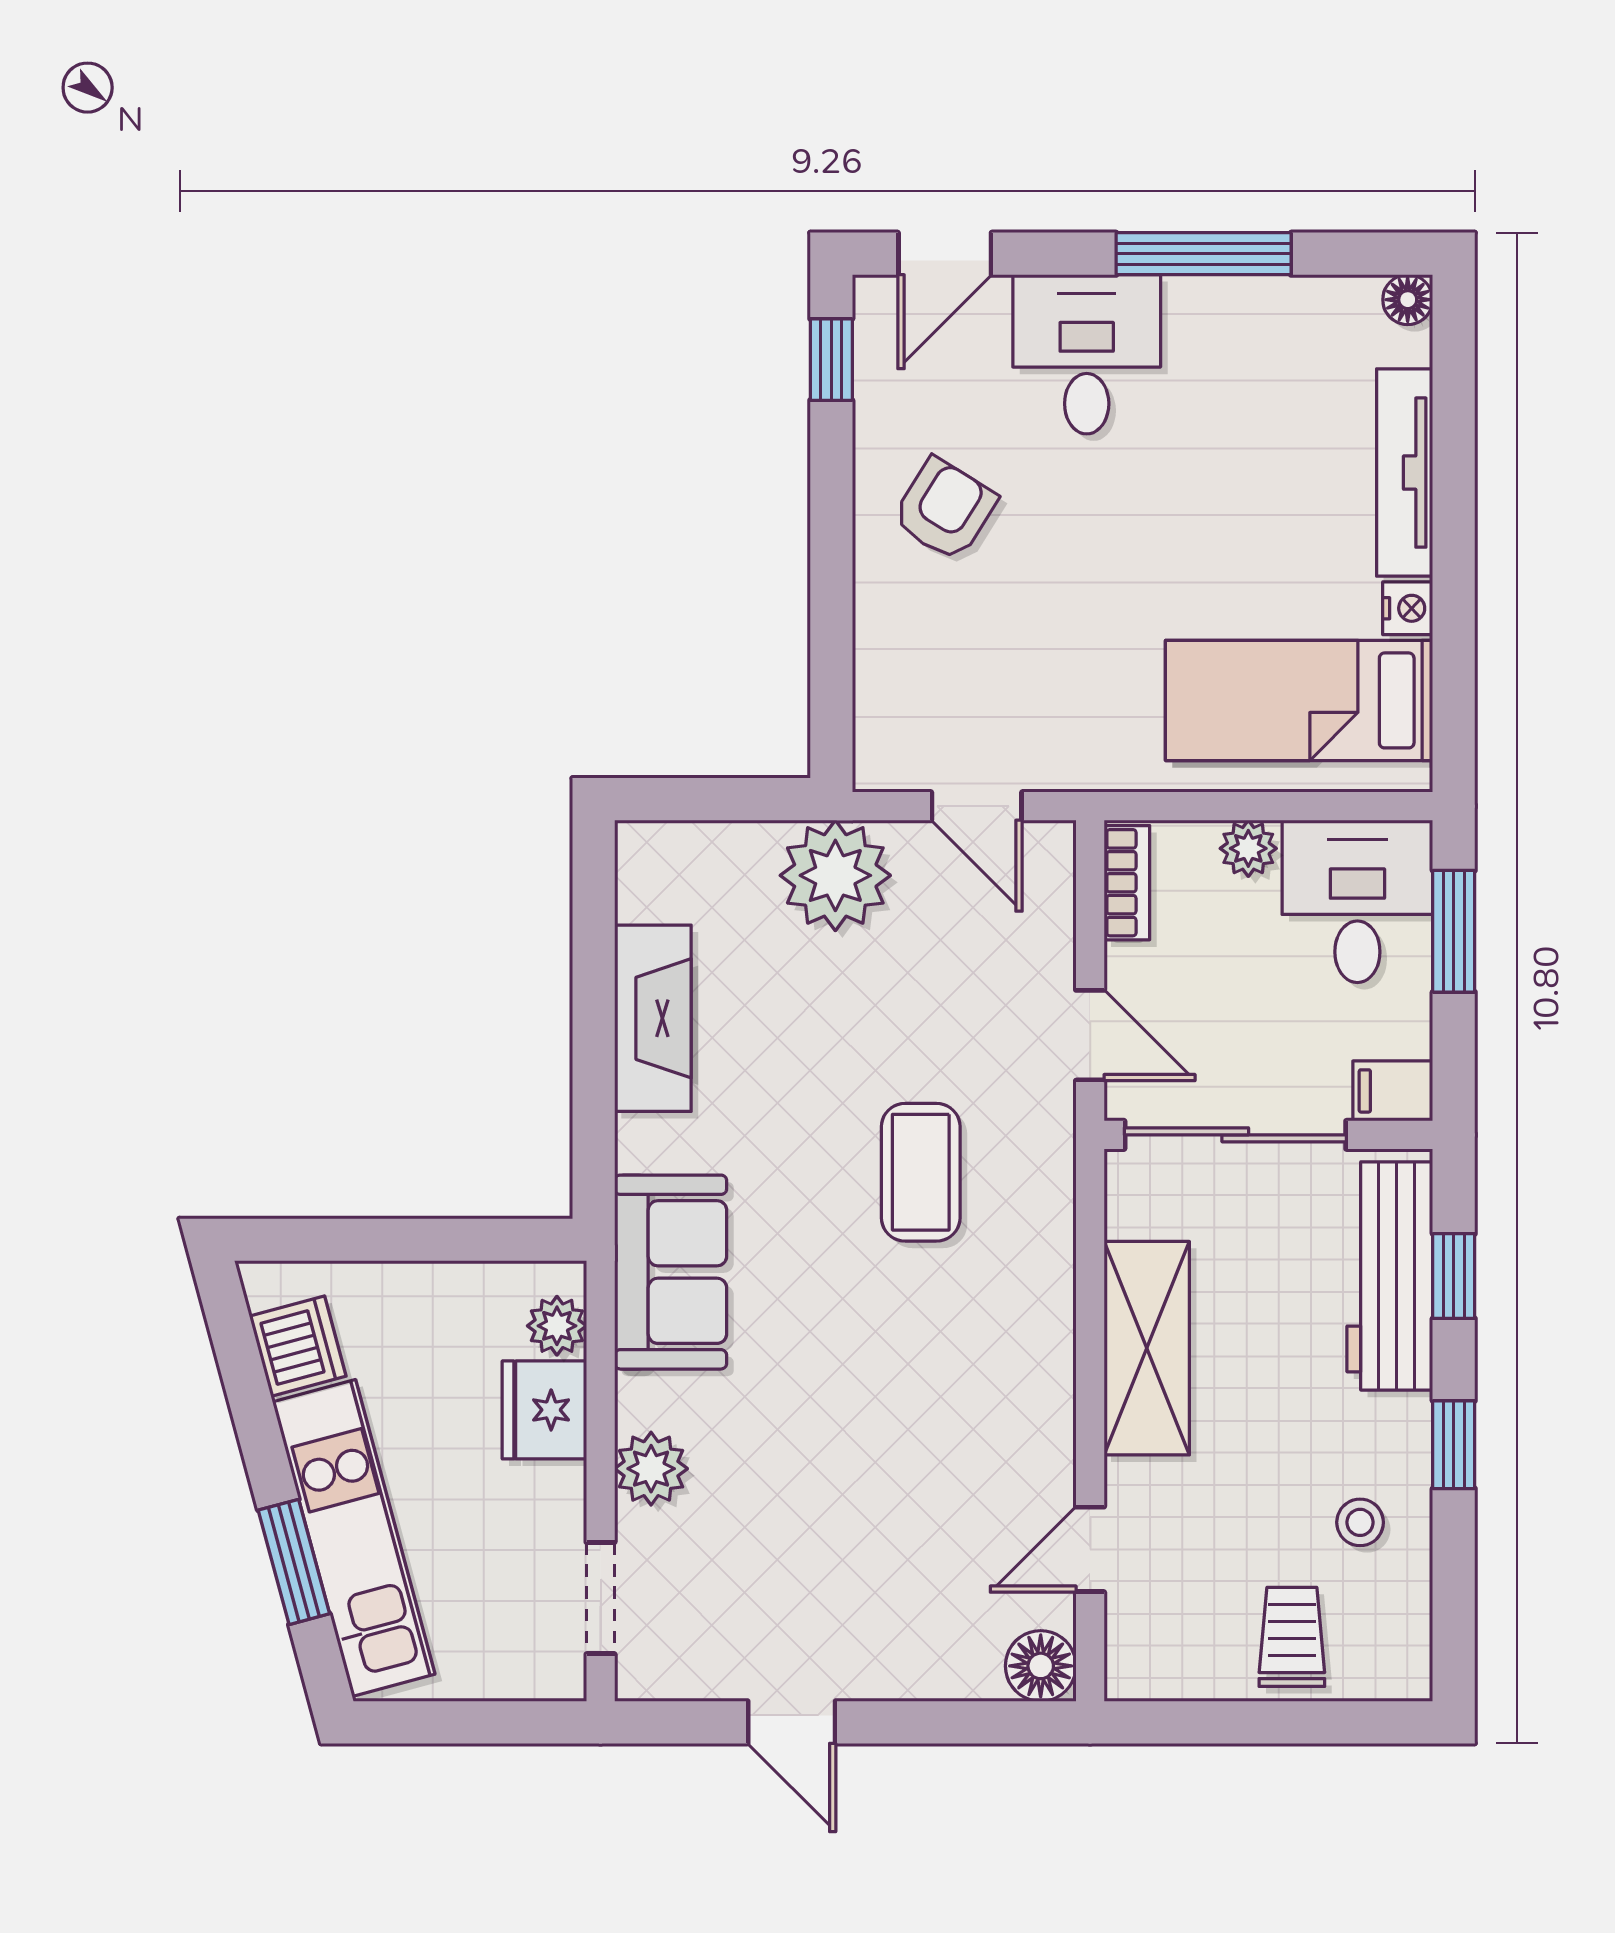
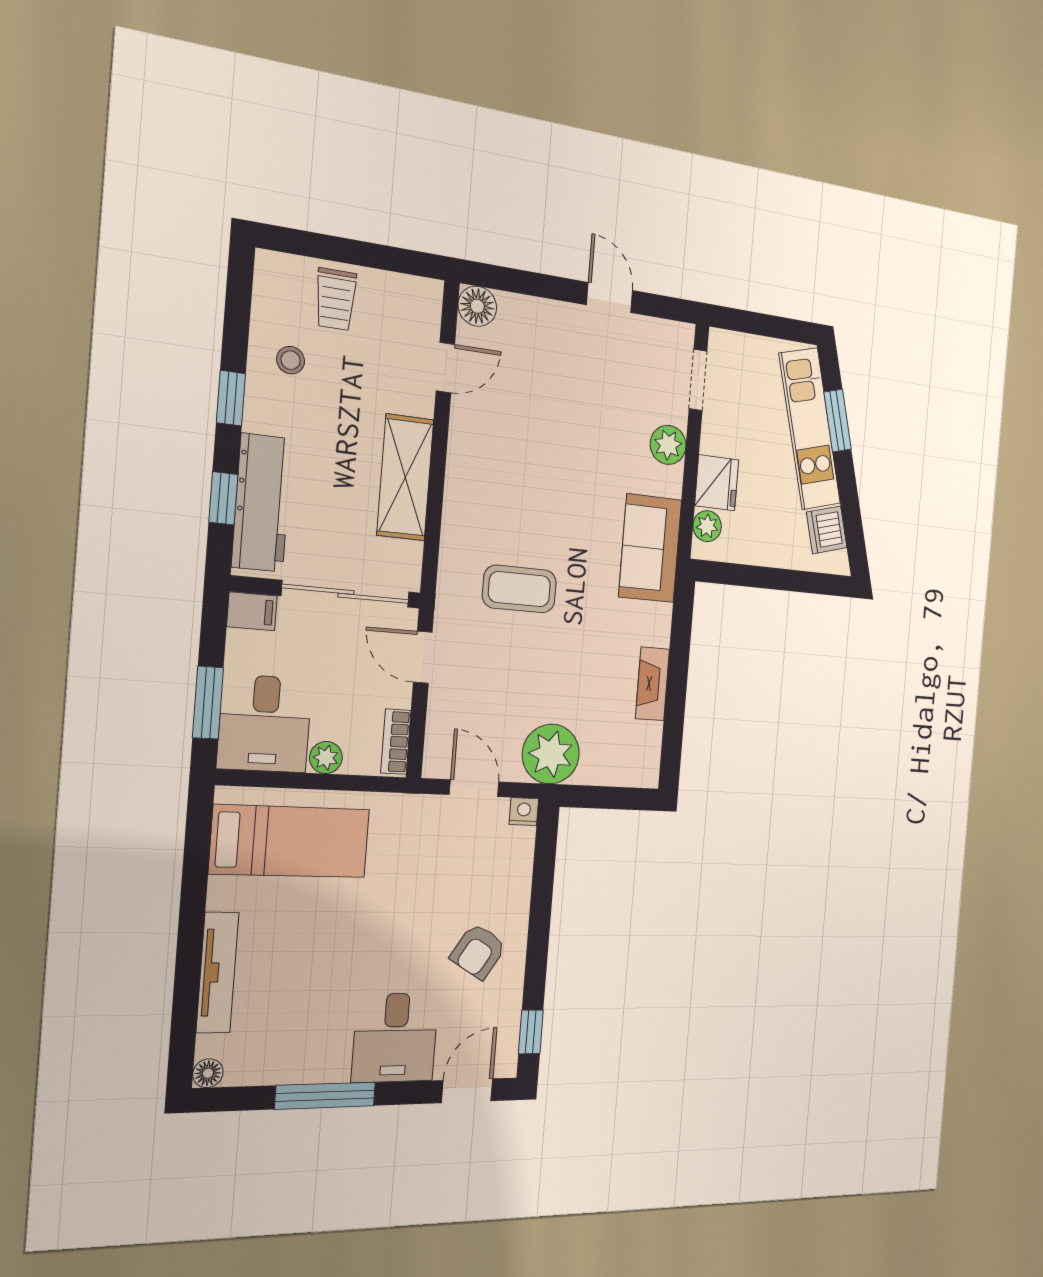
nightstand: (1408, 608) -> (524, 812), moved, turned 90
fireplace: (653, 1018) -> (652, 684), width x0.73, depth x0.76
coffee table: (921, 1172) -> (519, 589), turned 90

